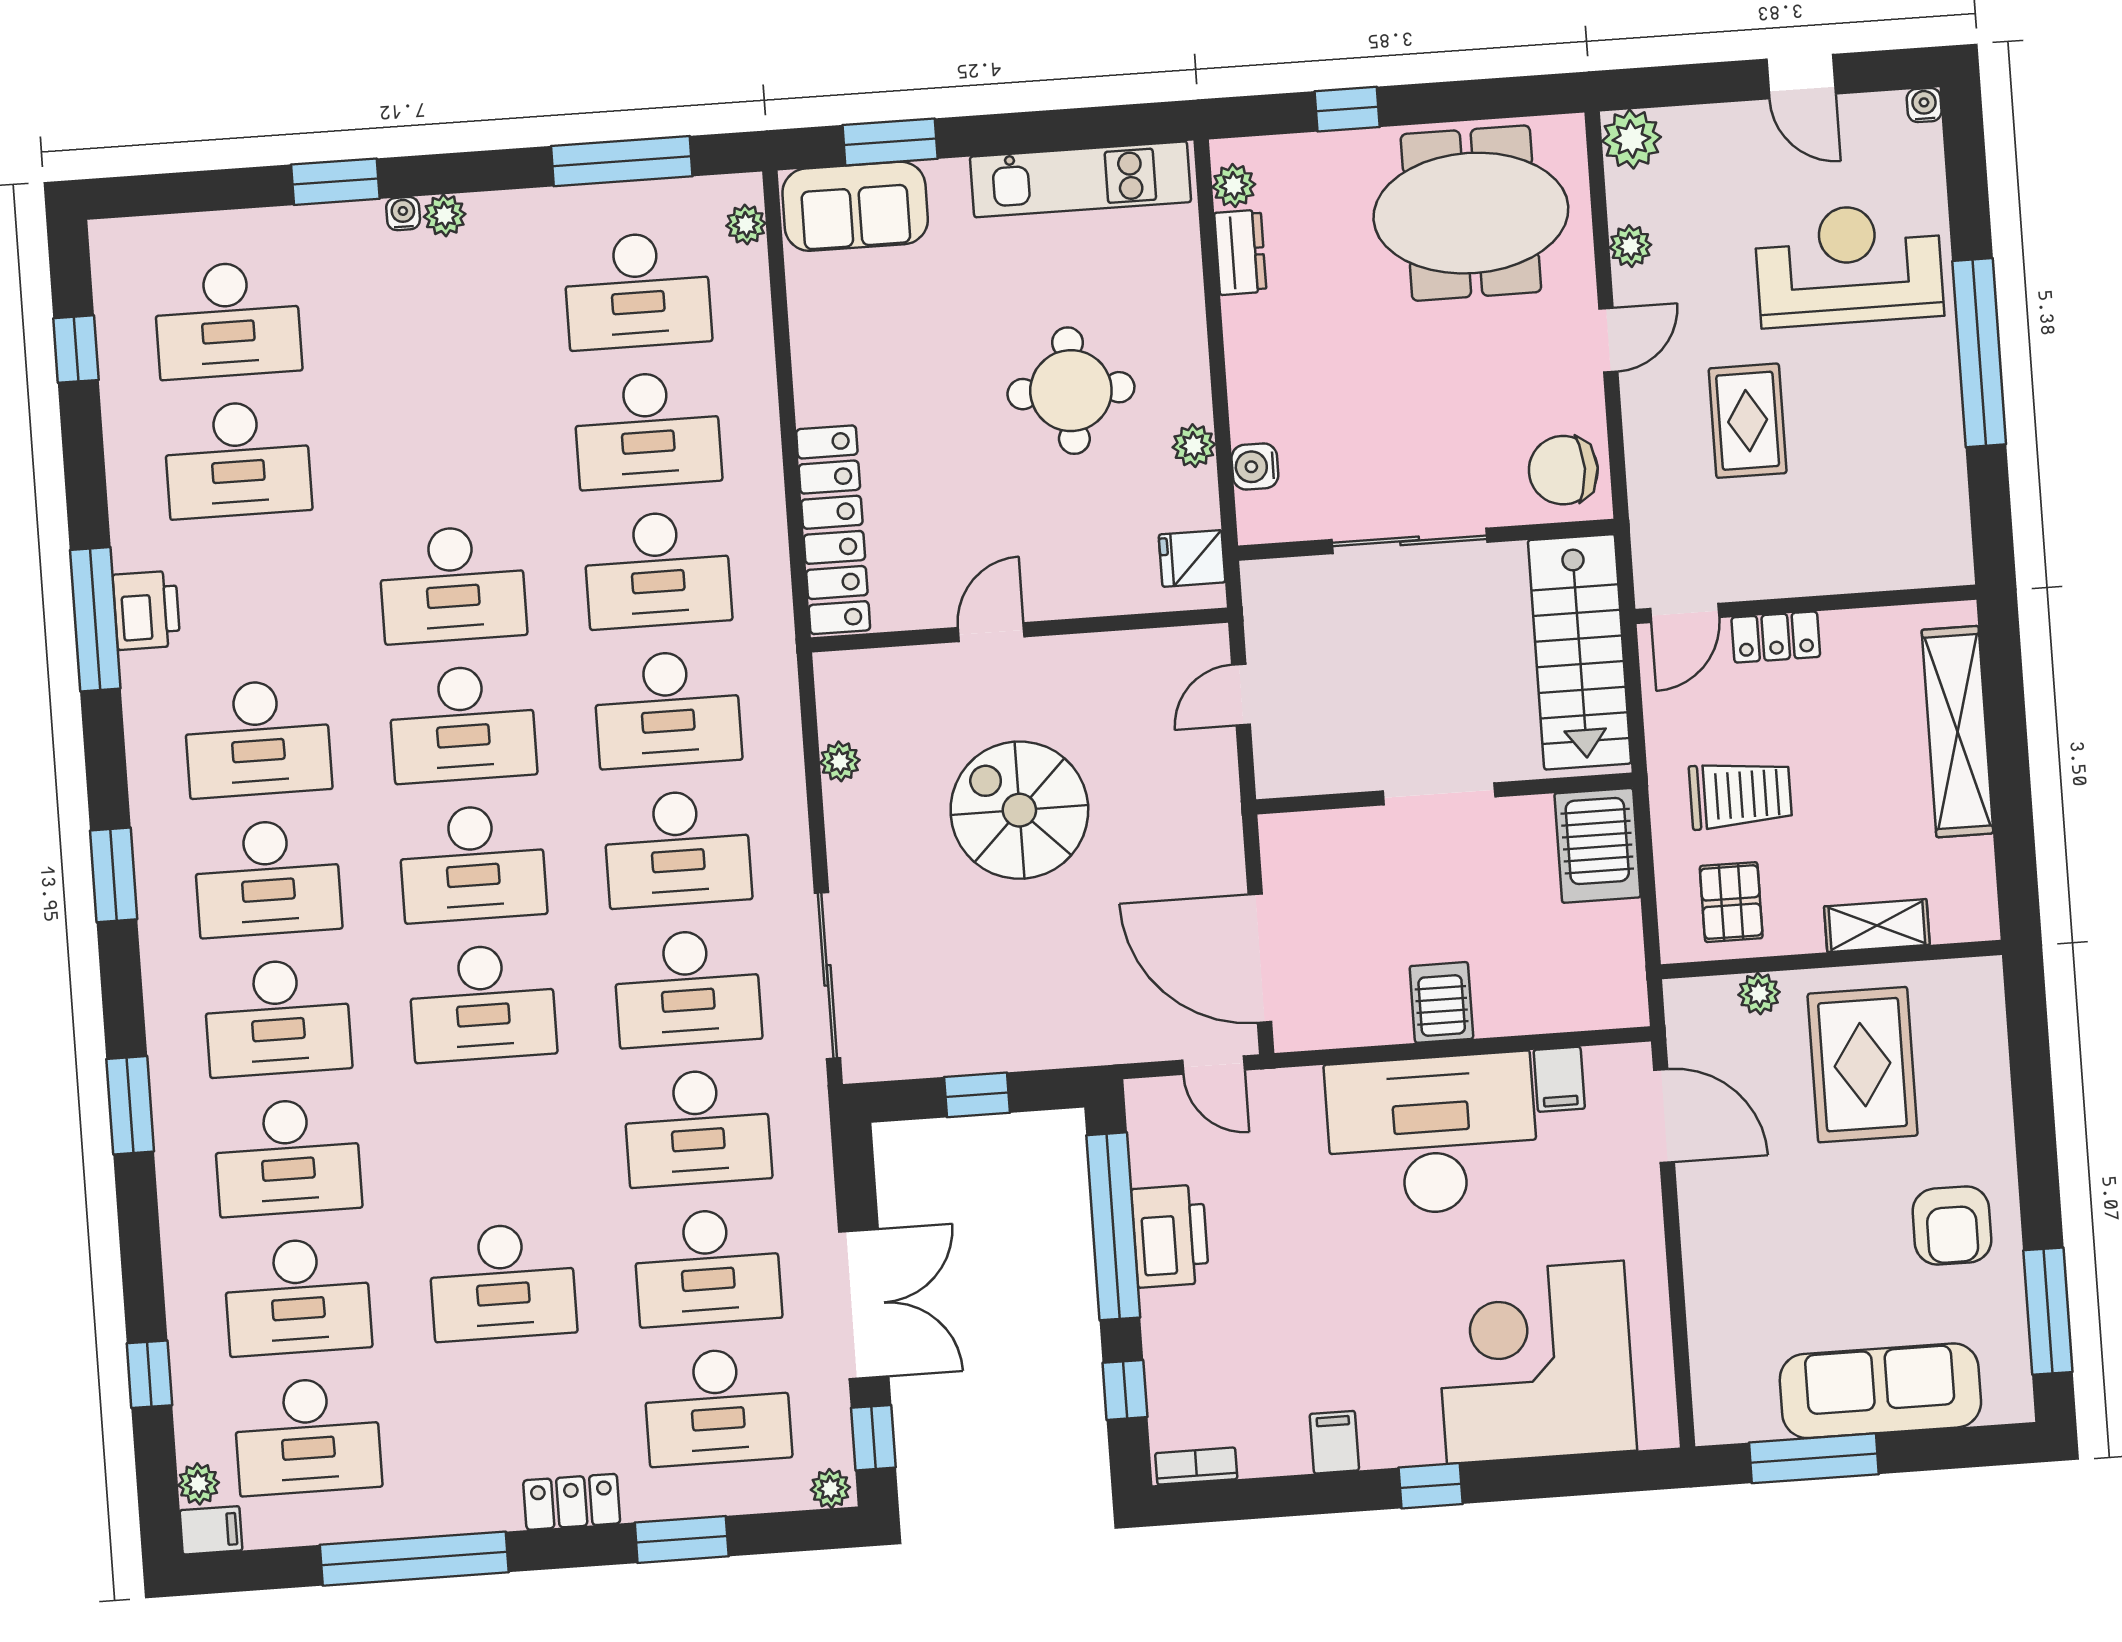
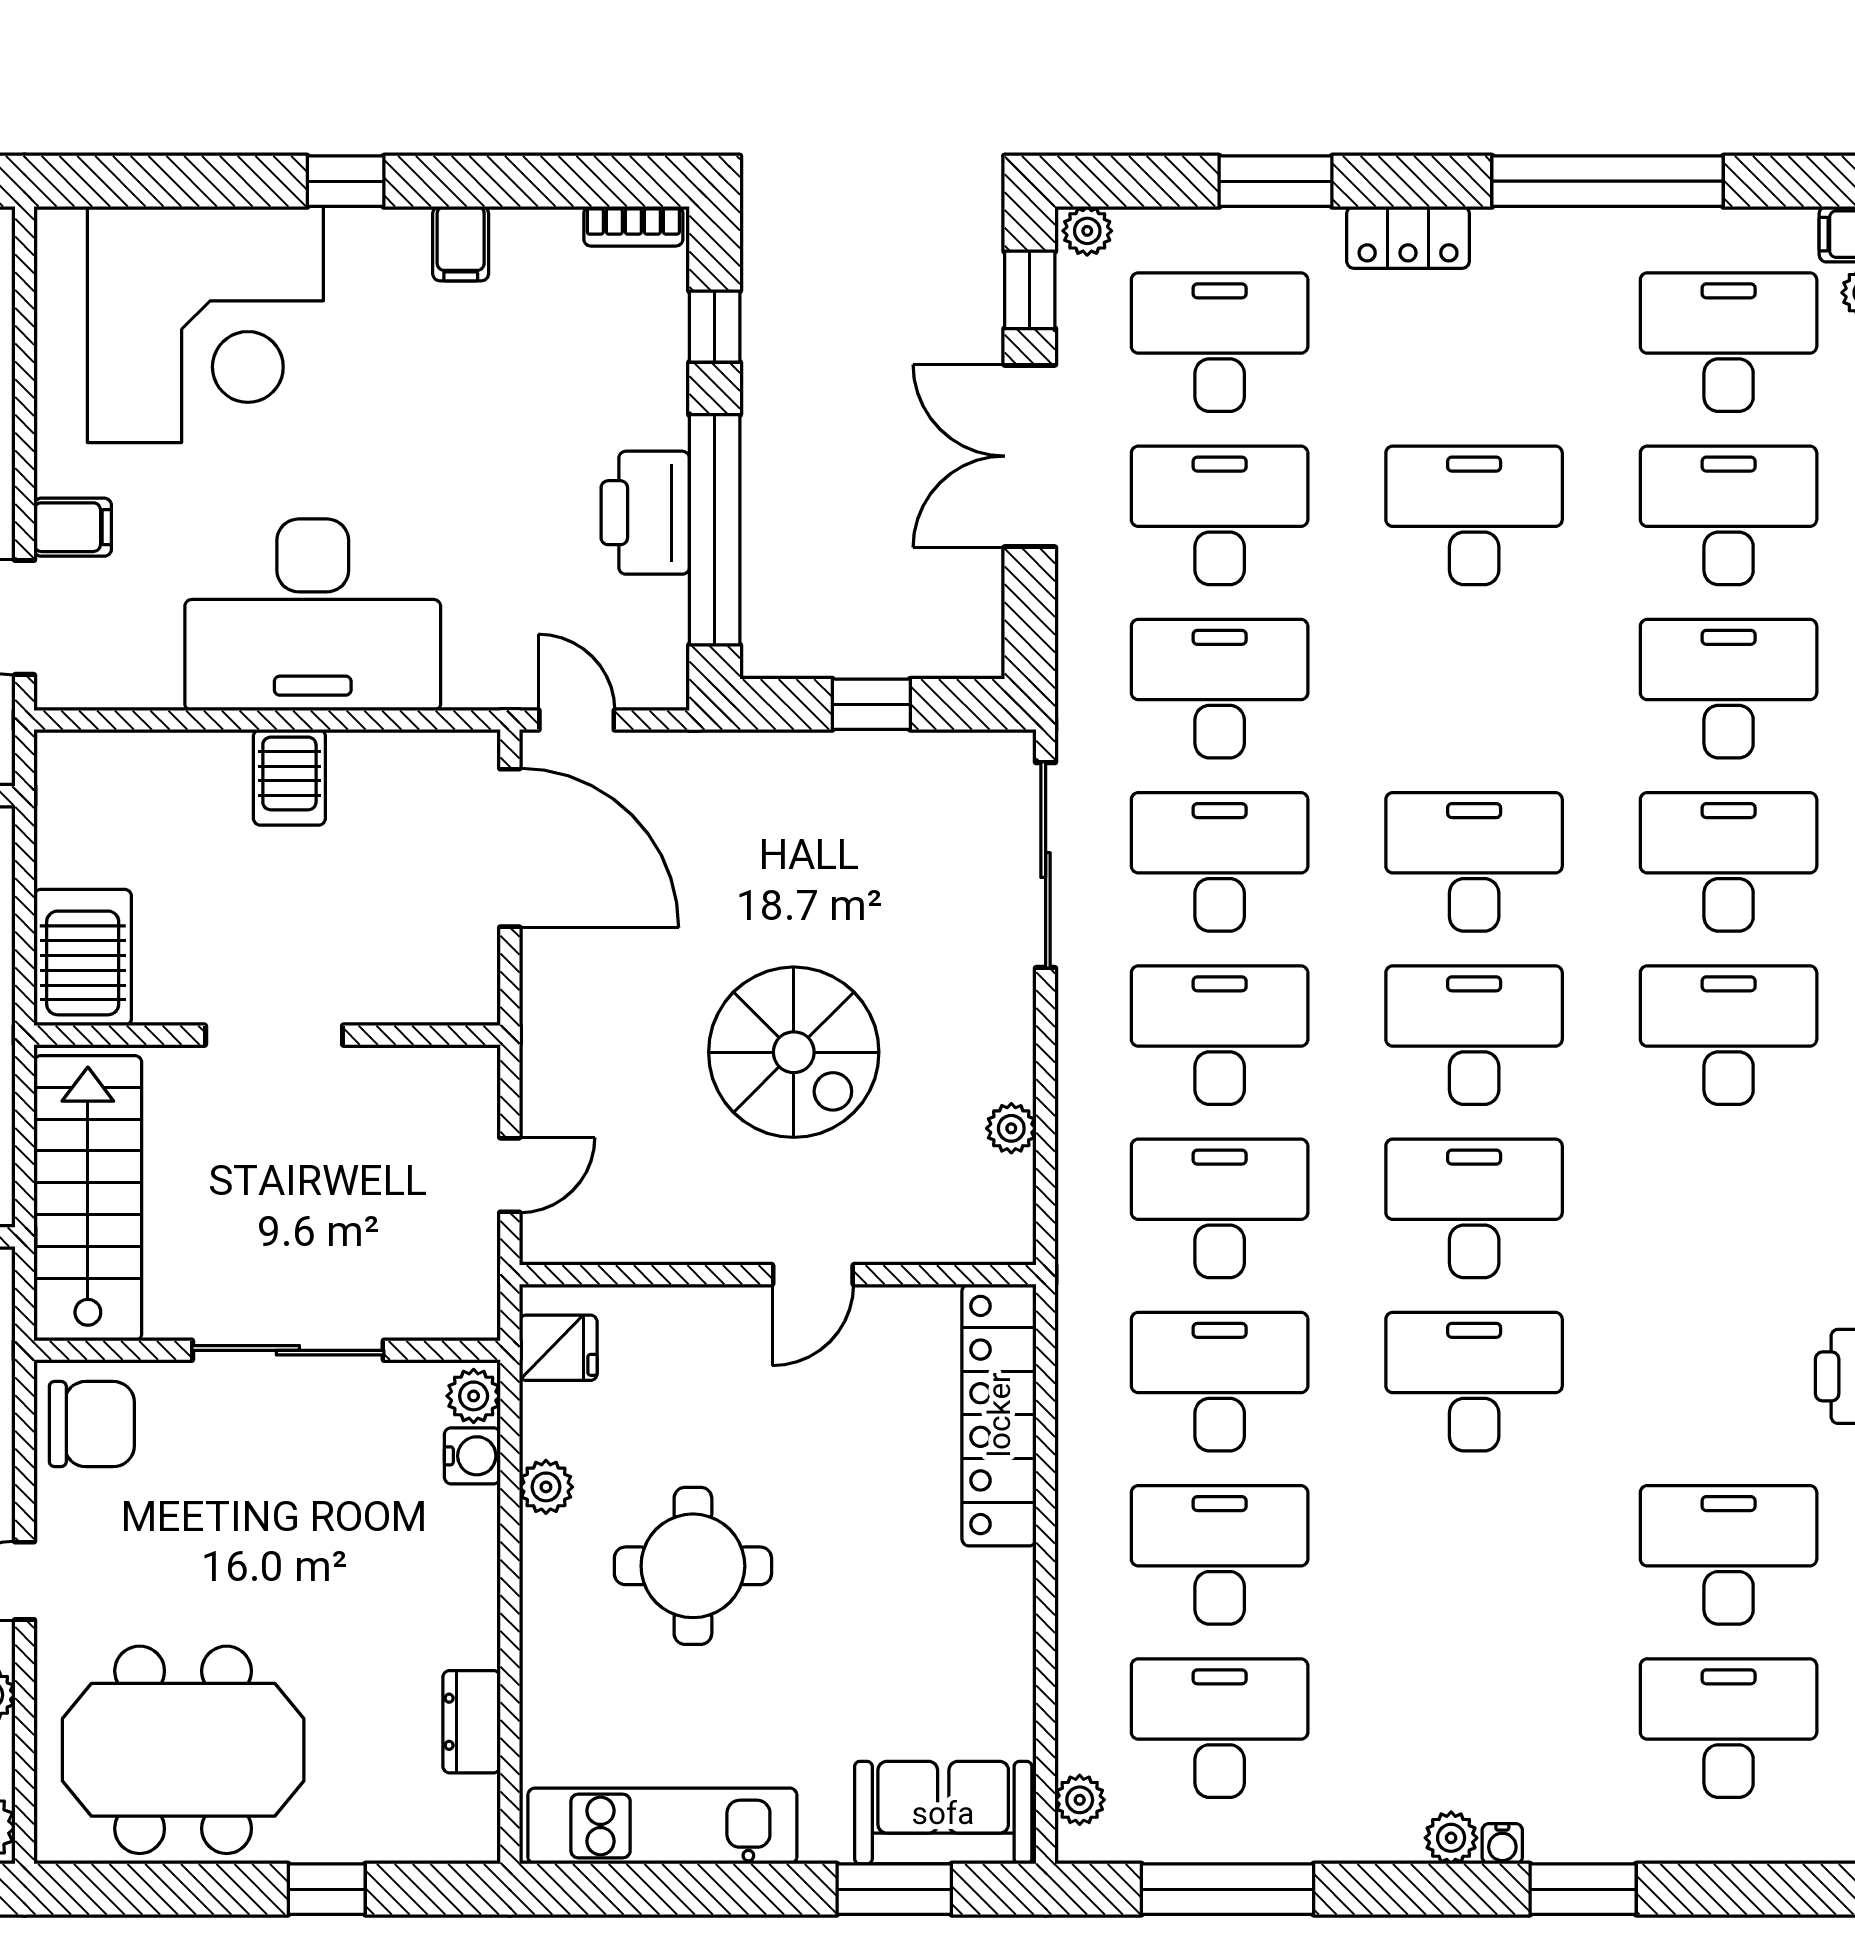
plant: (1234, 186) -> (474, 1396), moved
desk: (258, 738) -> (1729, 1208), removed
filing cabinet: (1559, 1079) -> (73, 527), moved, turned 90

